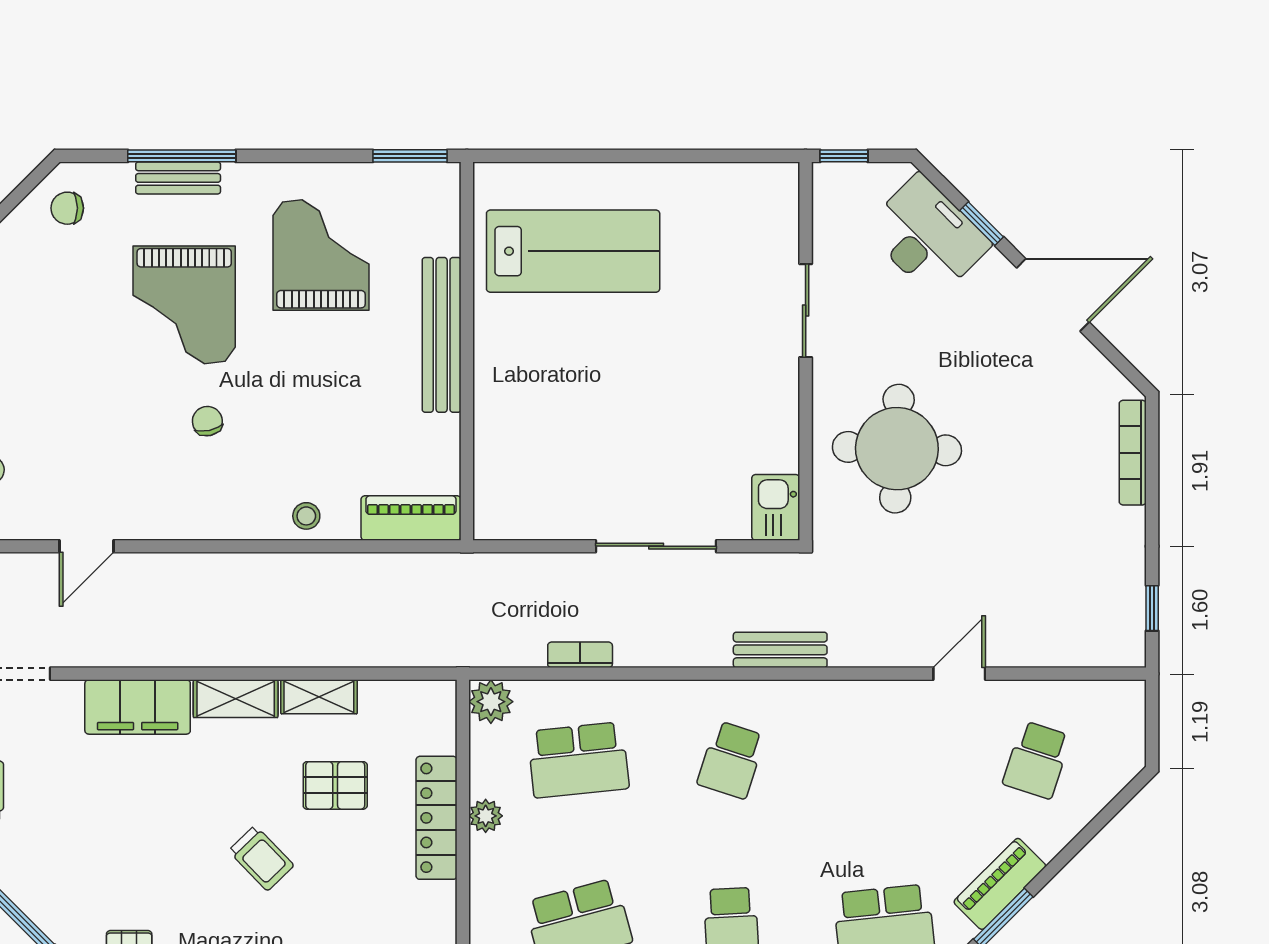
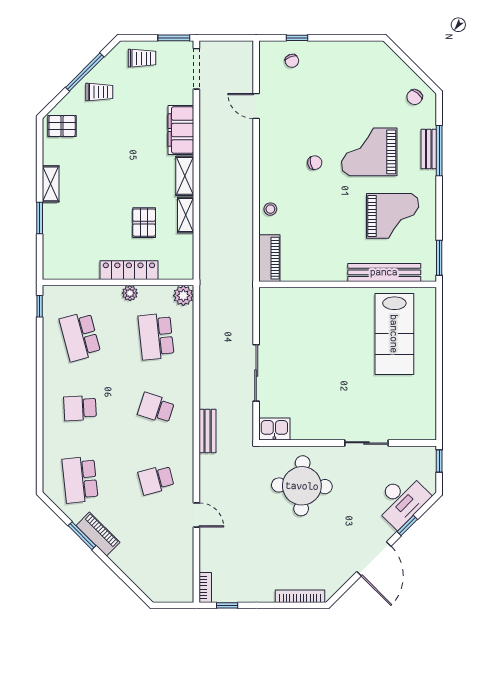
chair: (67, 208) -> (415, 97), turned -142
bench: (442, 335) -> (384, 272), moved
bookcase: (580, 655) -> (205, 587), moved
school desk: (1037, 760) -> (156, 480), moved, turned -33
trolley: (261, 858) -> (99, 92), moved, turned -136

